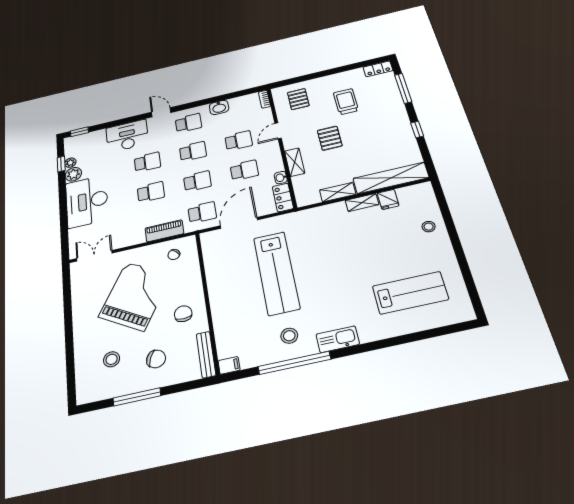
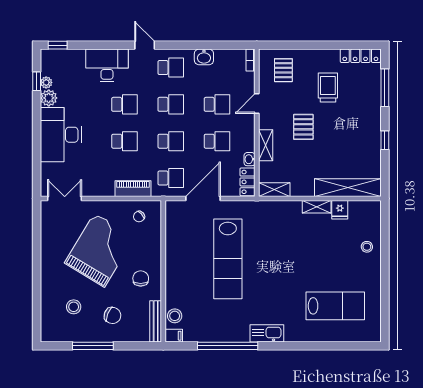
locker: (378, 69) -> (360, 56), width x1.53
shelving: (338, 192) -> (274, 190), moved
stool: (289, 336) -> (175, 316), moved

